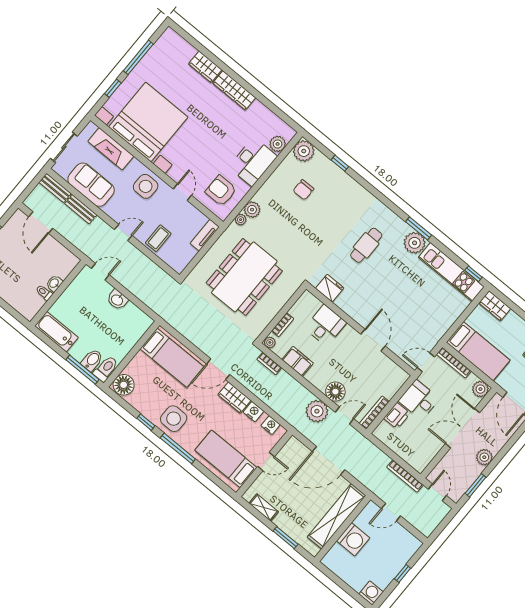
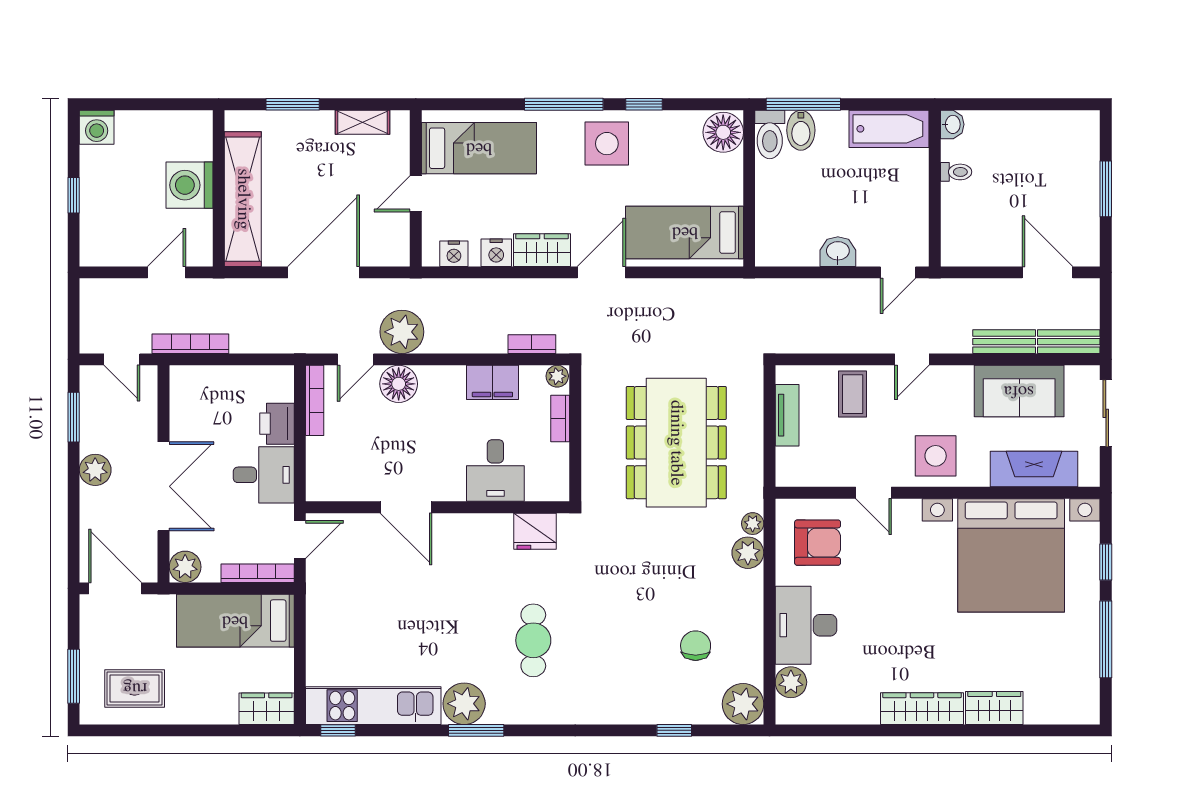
tv unit: (205, 235) -> (787, 415), moved
washbasin: (54, 283) -> (952, 124), moved

